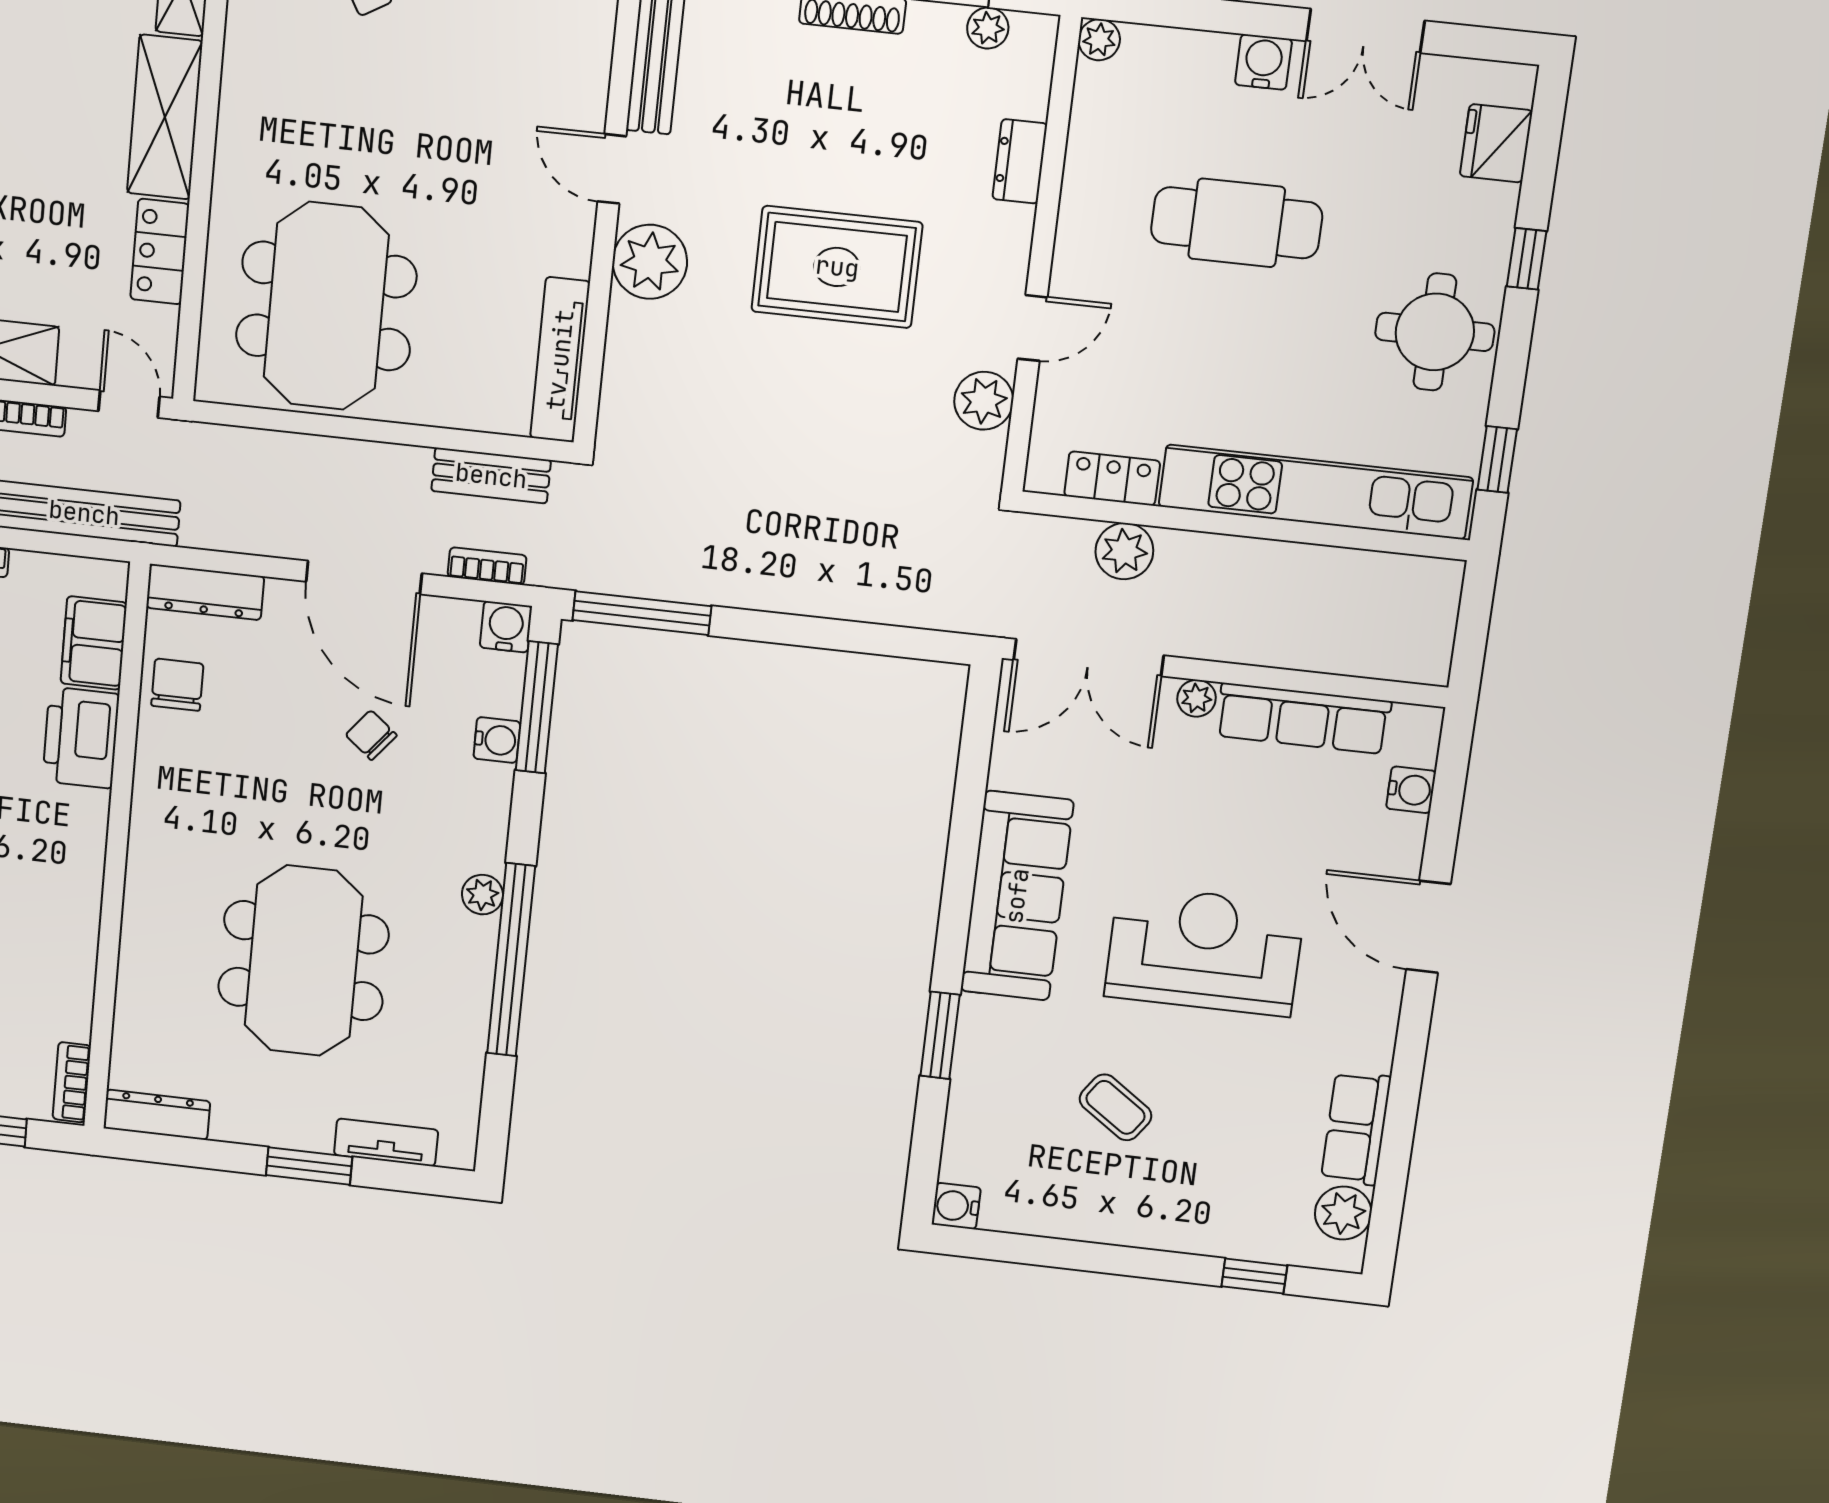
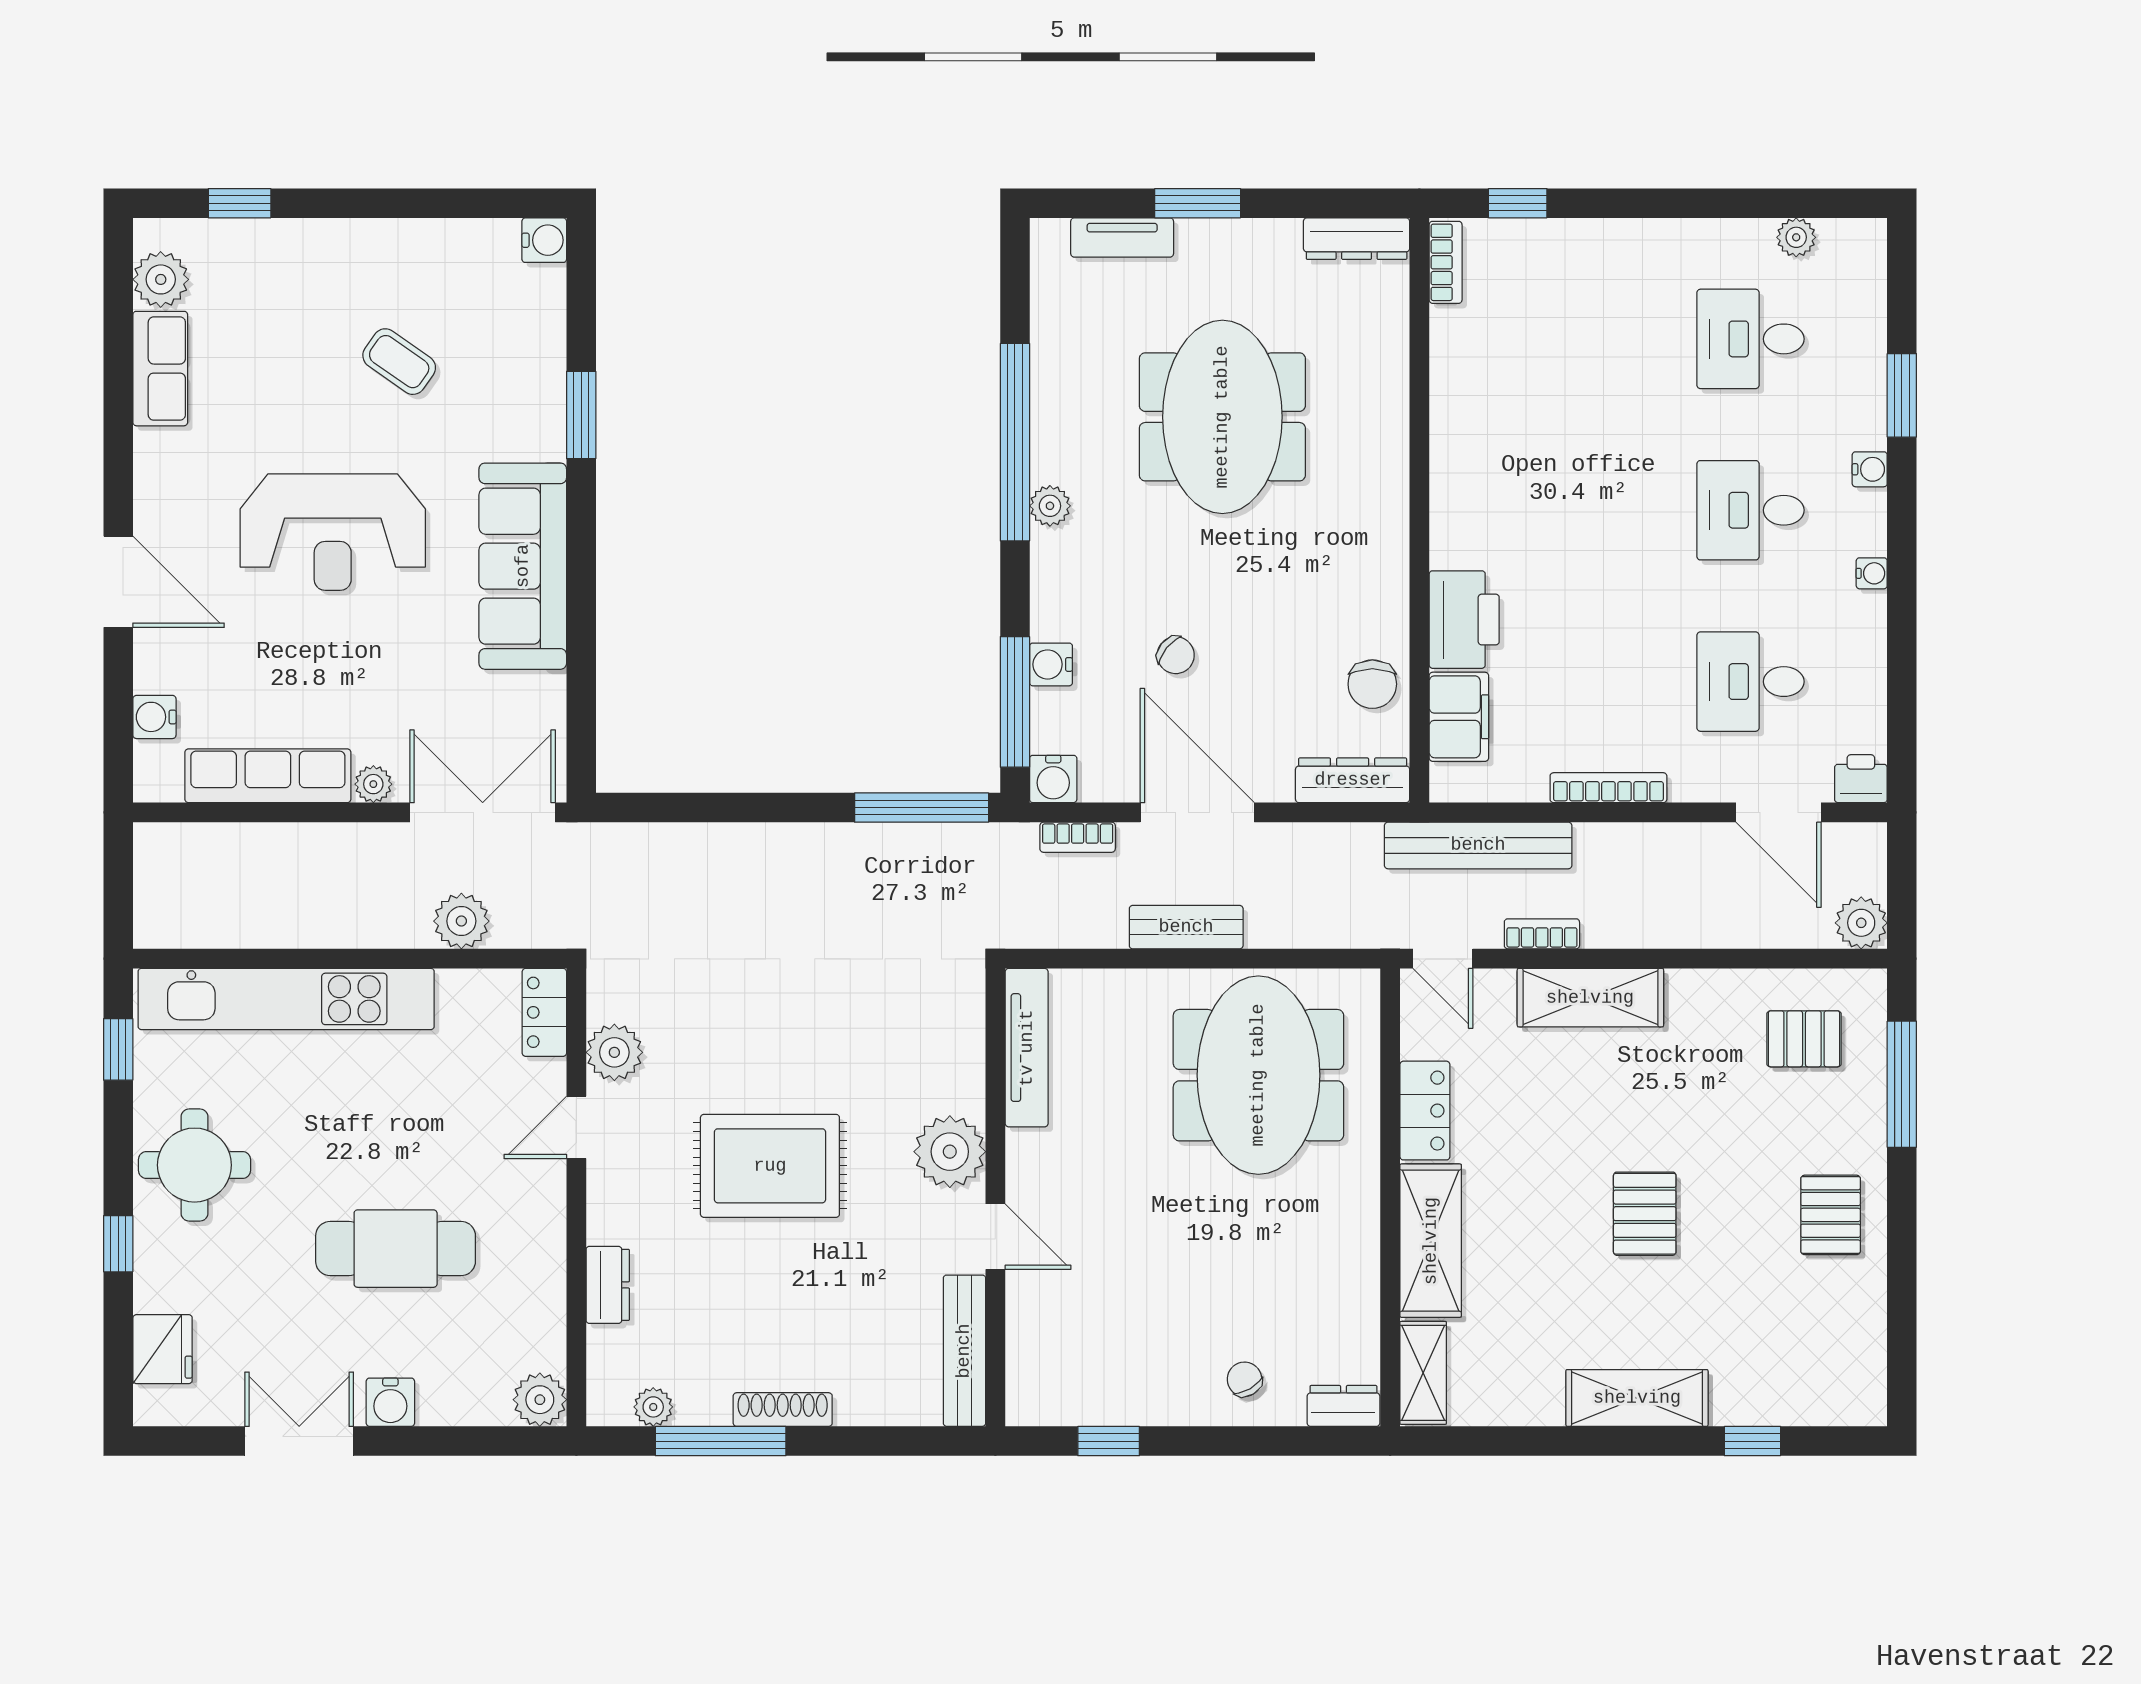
plant: (1099, 40) -> (540, 1400), width x1.38, depth x1.38
bench: (491, 476) -> (1186, 927), moved
locker: (1112, 478) -> (544, 1012), moved, turned 90

